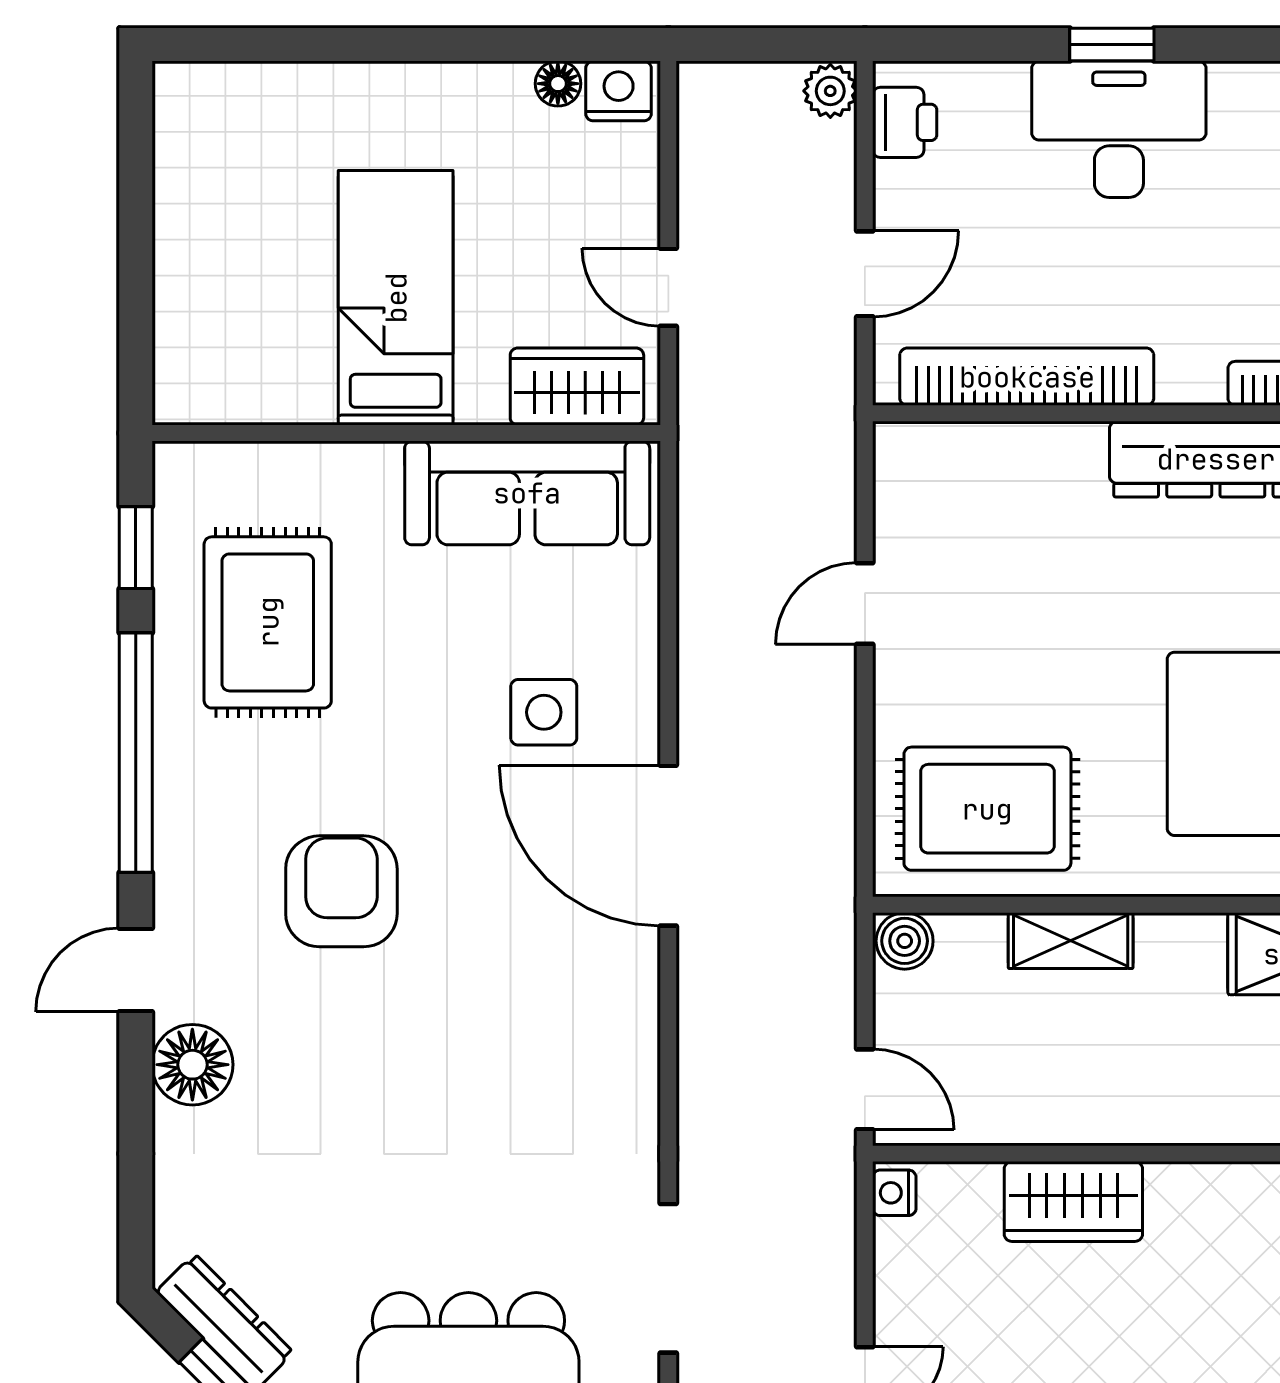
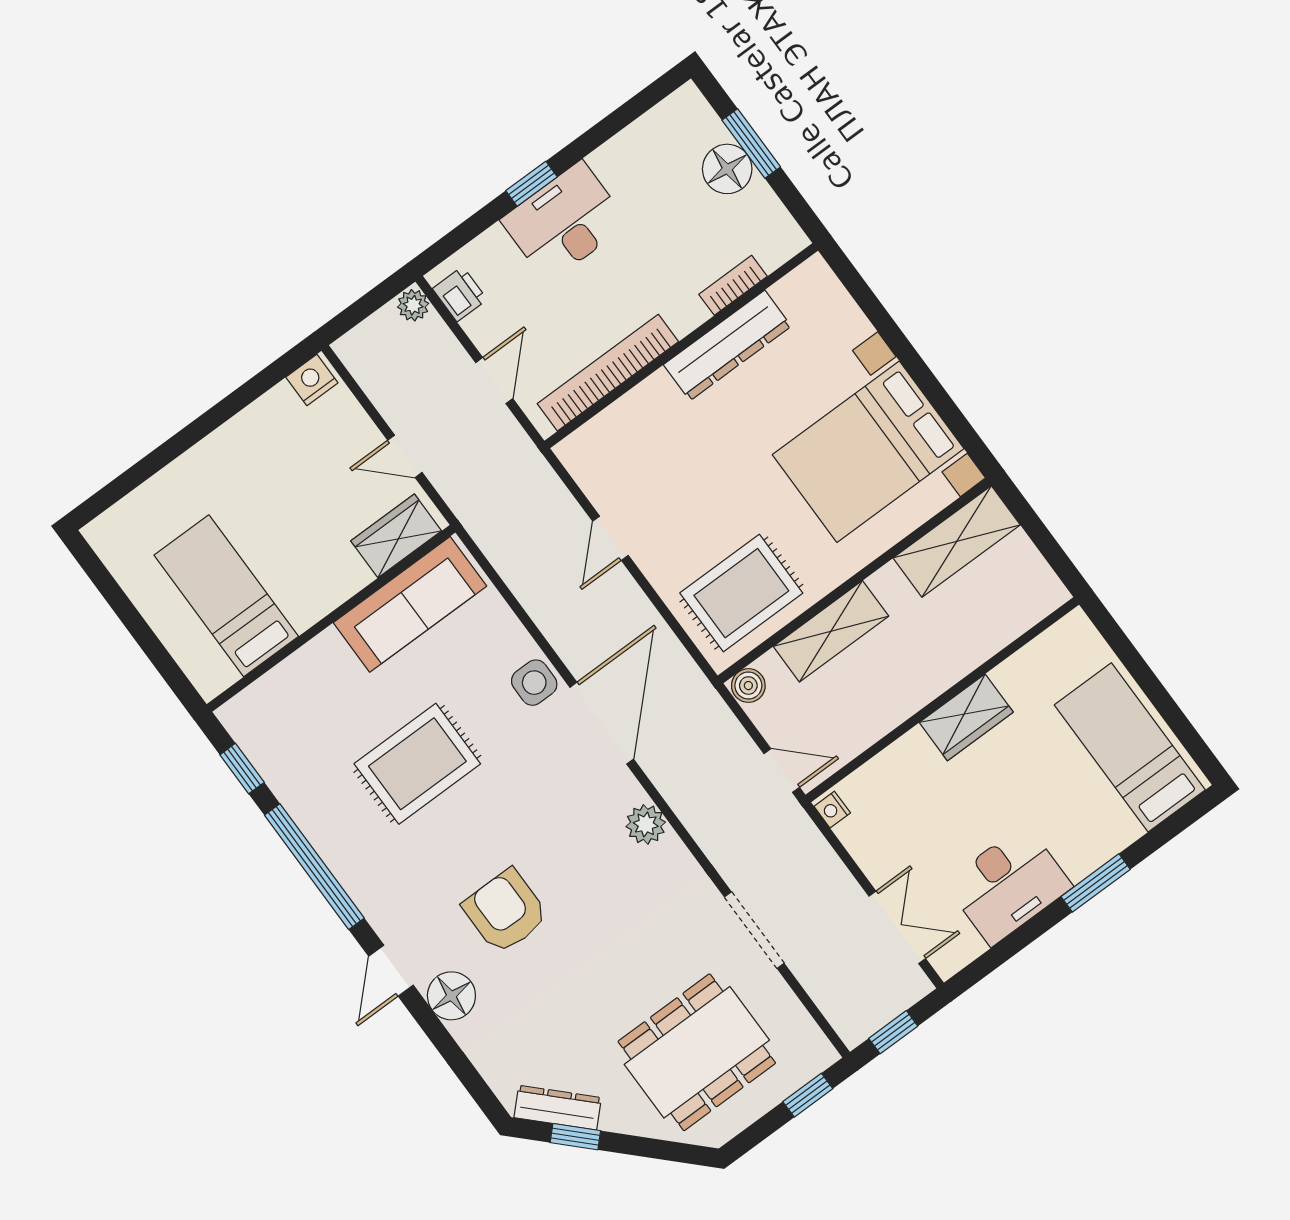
floor lamp: (558, 84) -> (280, 398), removed
bed: (396, 298) -> (226, 596), moved
rug: (268, 622) -> (417, 764), moved, turned 90
side table: (544, 712) -> (534, 683), moved
door: (668, 846) -> (602, 723), swing flipped
armchair: (341, 891) -> (506, 911), moved
shelving: (1071, 941) -> (831, 631), width x1.50, depth x1.33
plant: (627, 1027) -> (646, 824), added
wardrobe: (1073, 1202) -> (966, 717), moved

